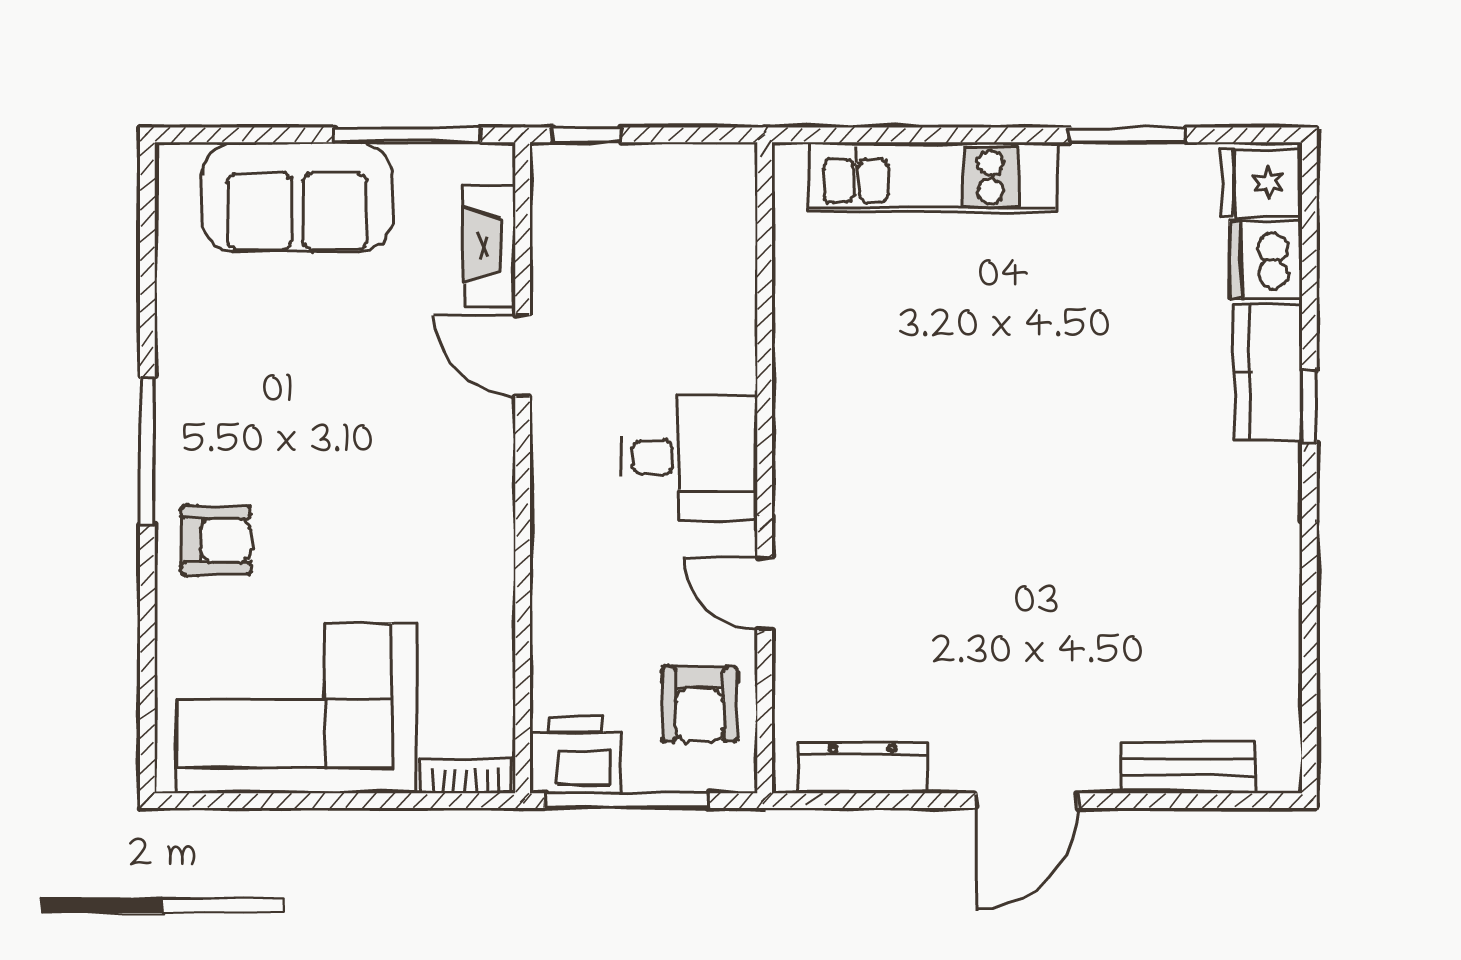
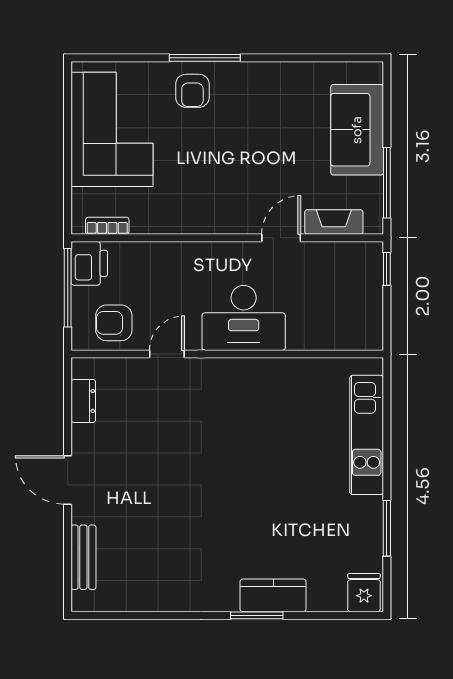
dishwasher: (1266, 260) -> (327, 594), removed
window: (1309, 406) -> (257, 615), width x1.50
window: (147, 451) -> (205, 58), moved
desk: (689, 457) -> (244, 318), width x1.37
dresser: (862, 768) -> (83, 401), width x0.70
bookcase: (466, 775) -> (107, 226), moved, turned -90

